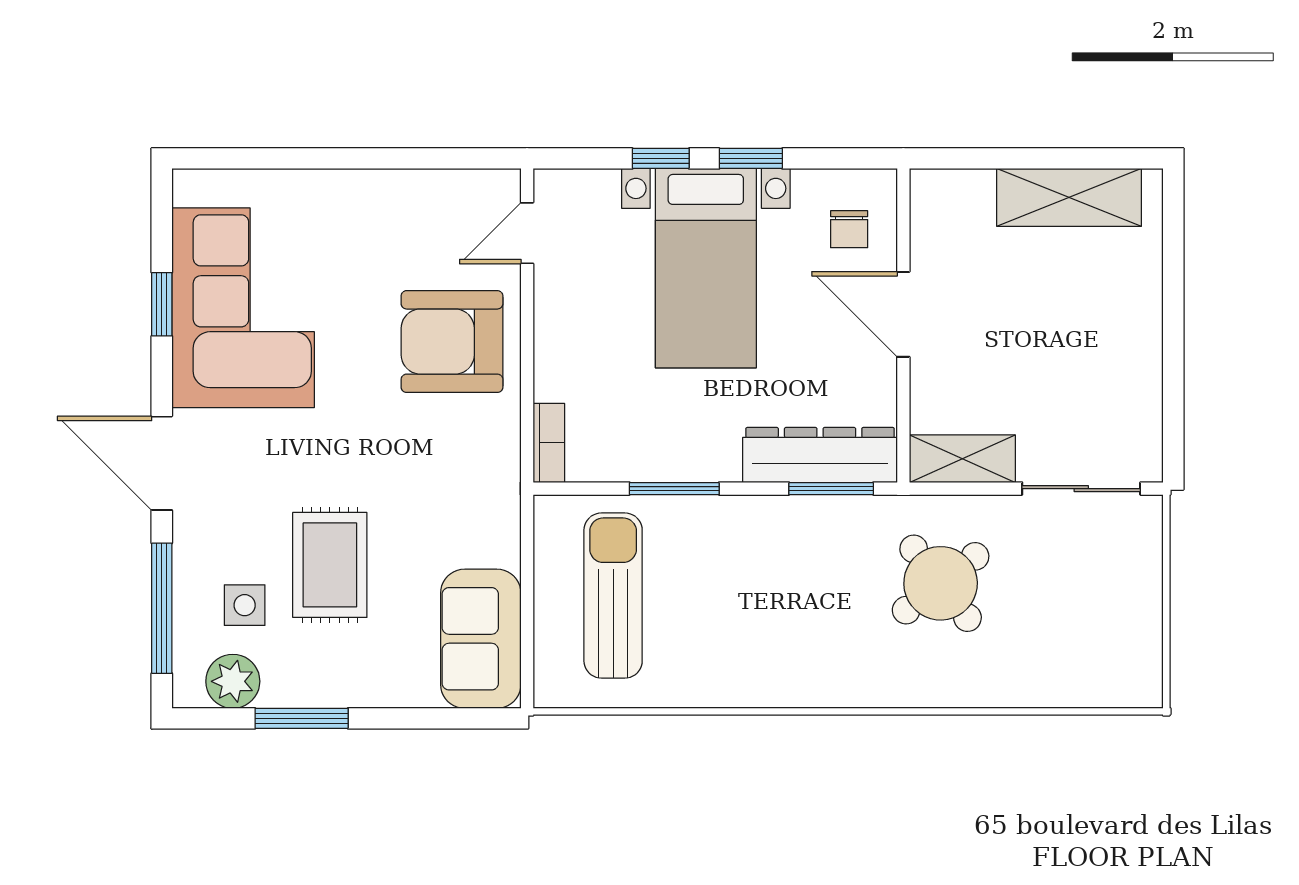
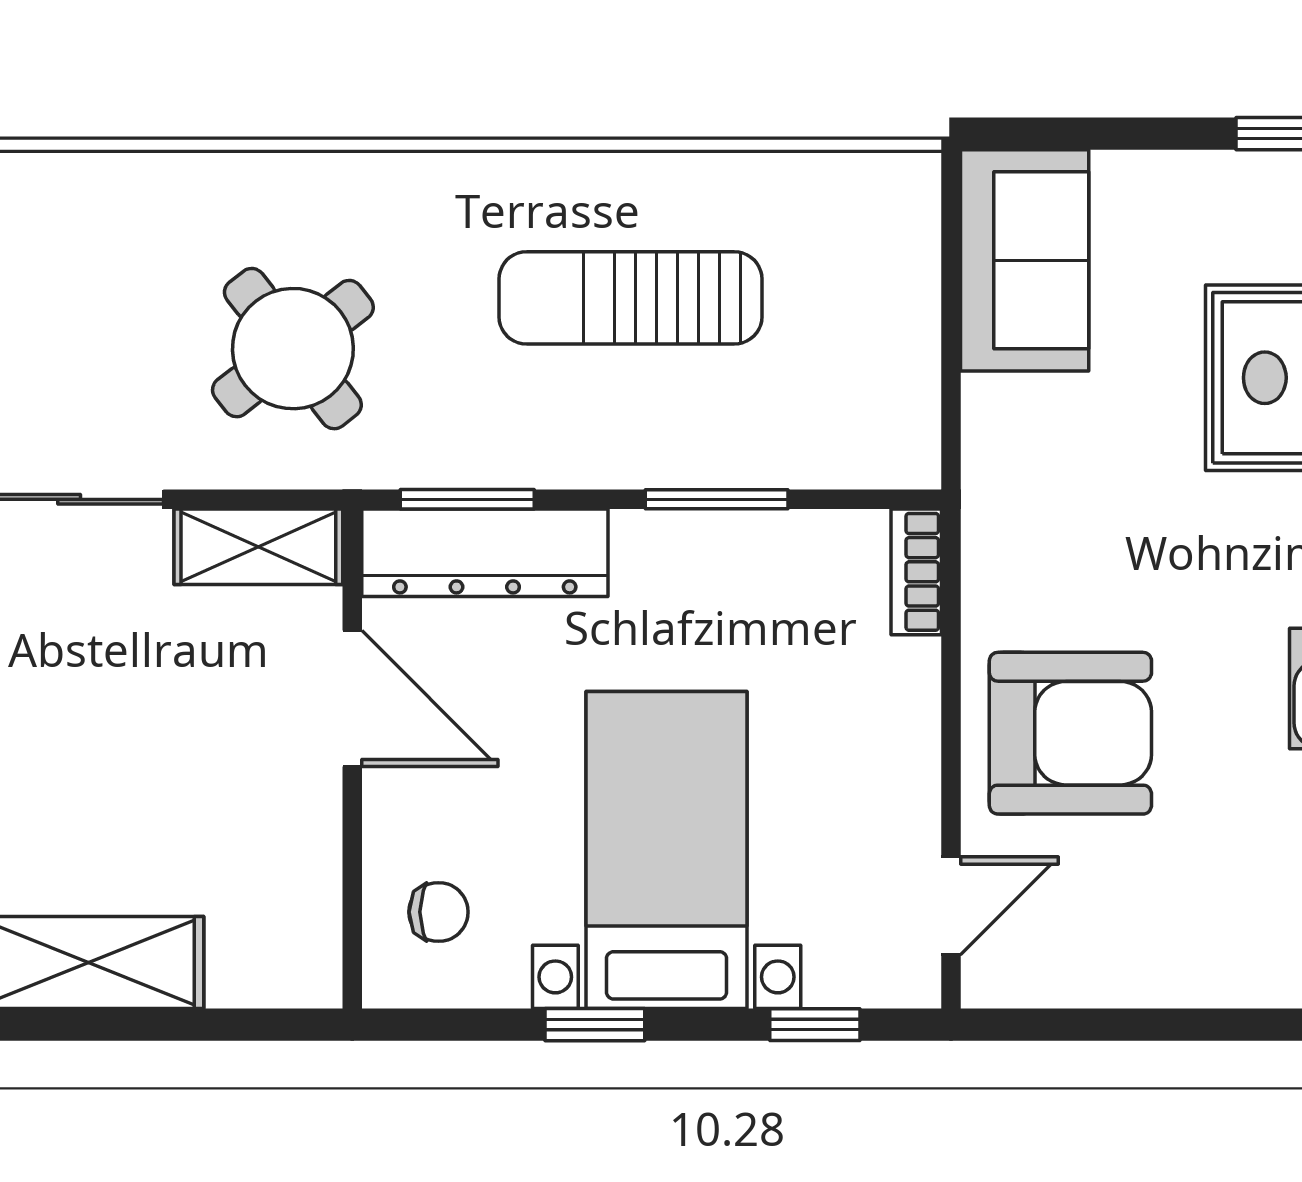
window: (661, 158) -> (815, 1025), moved
chair: (849, 229) -> (438, 912), turned 90
door: (903, 314) -> (352, 699), moved
sun lounger: (613, 596) -> (630, 298), moved, turned 90

